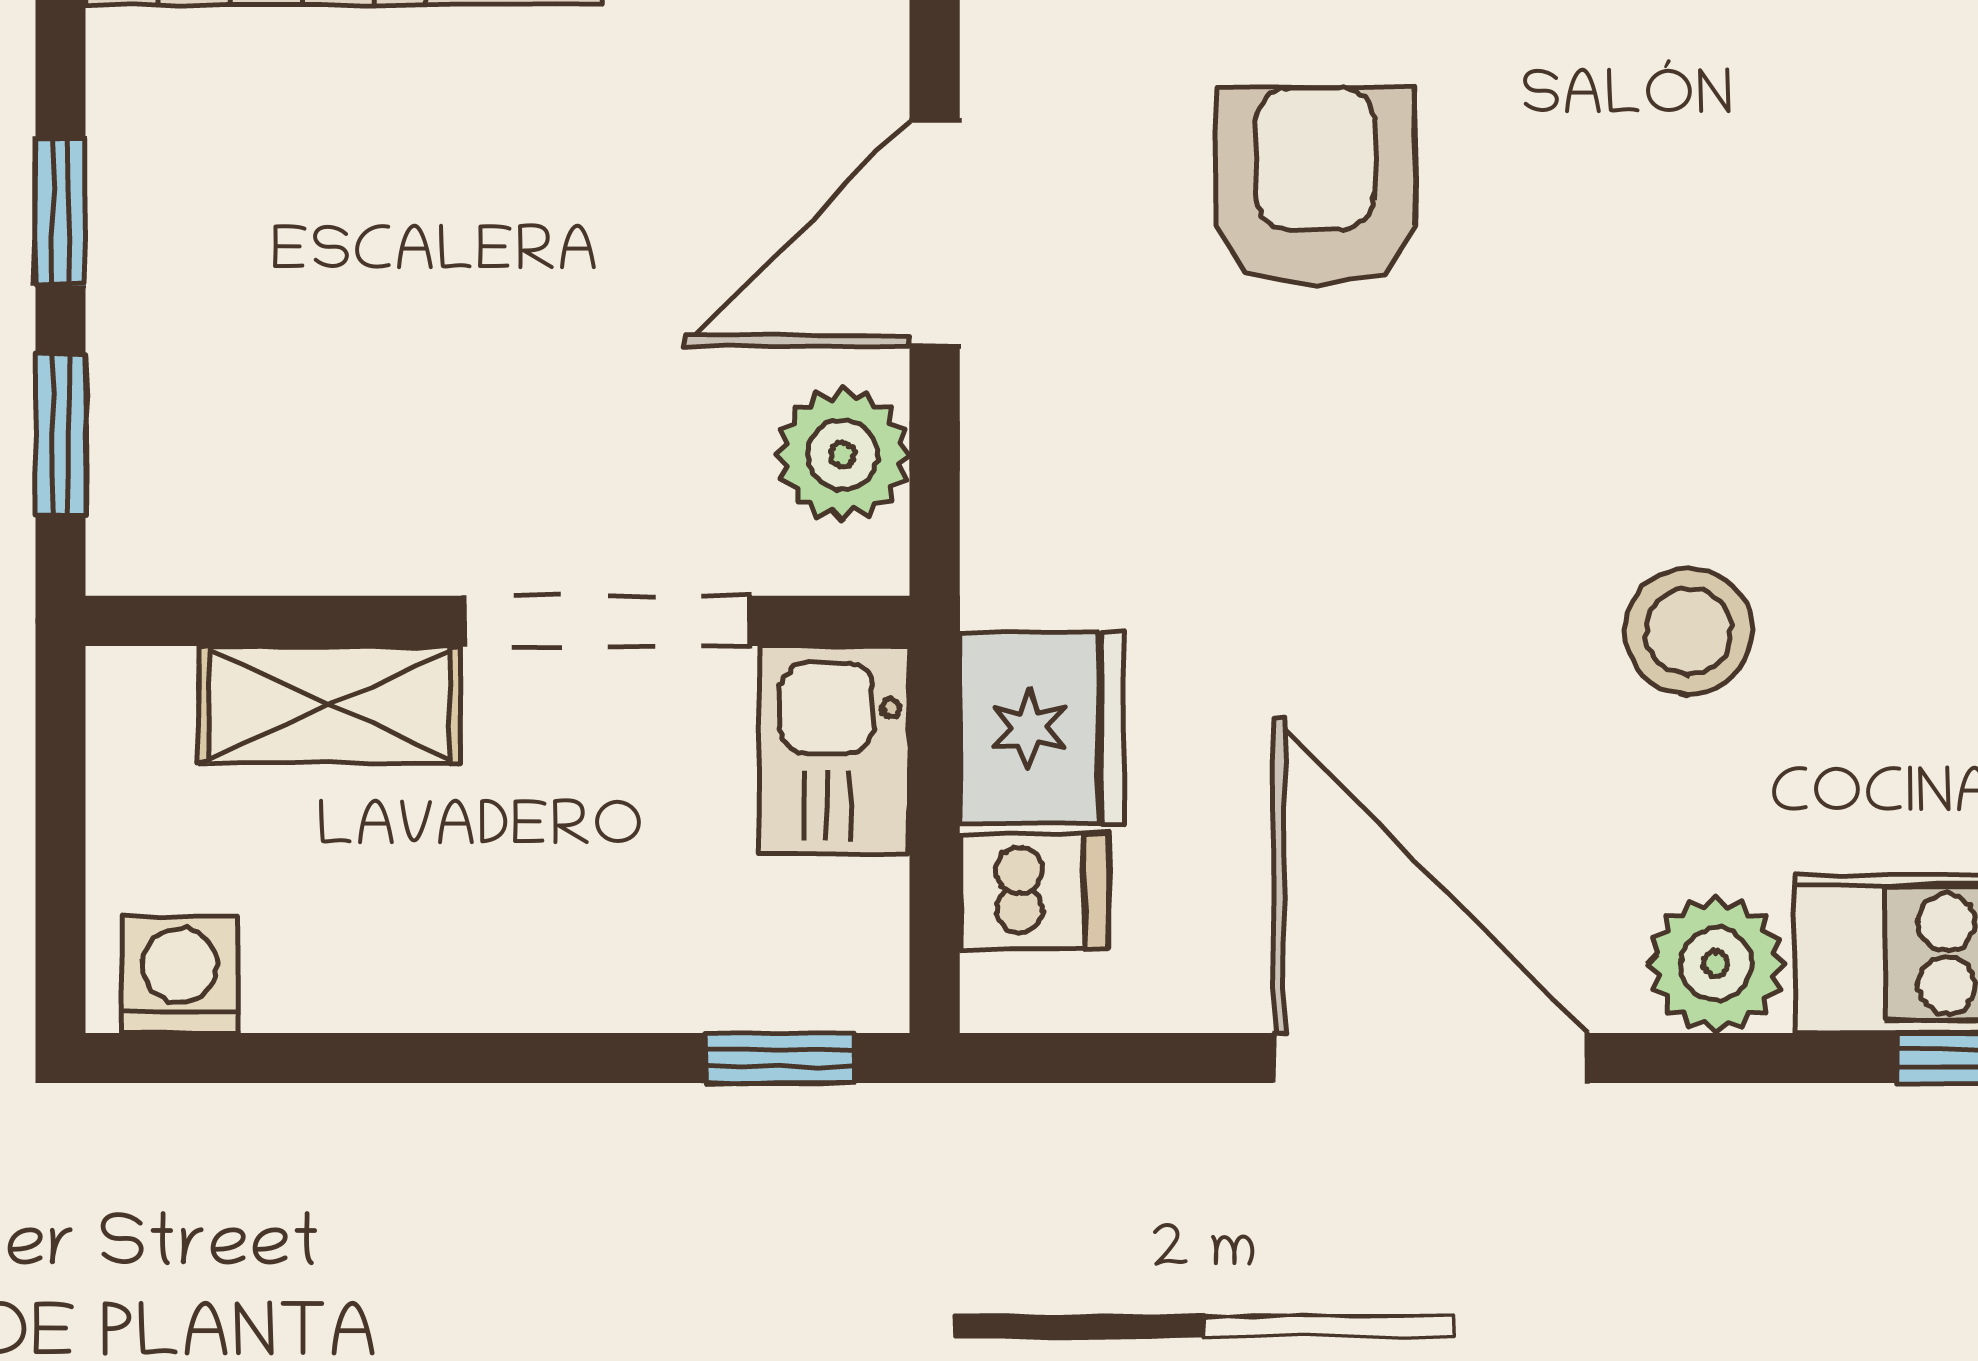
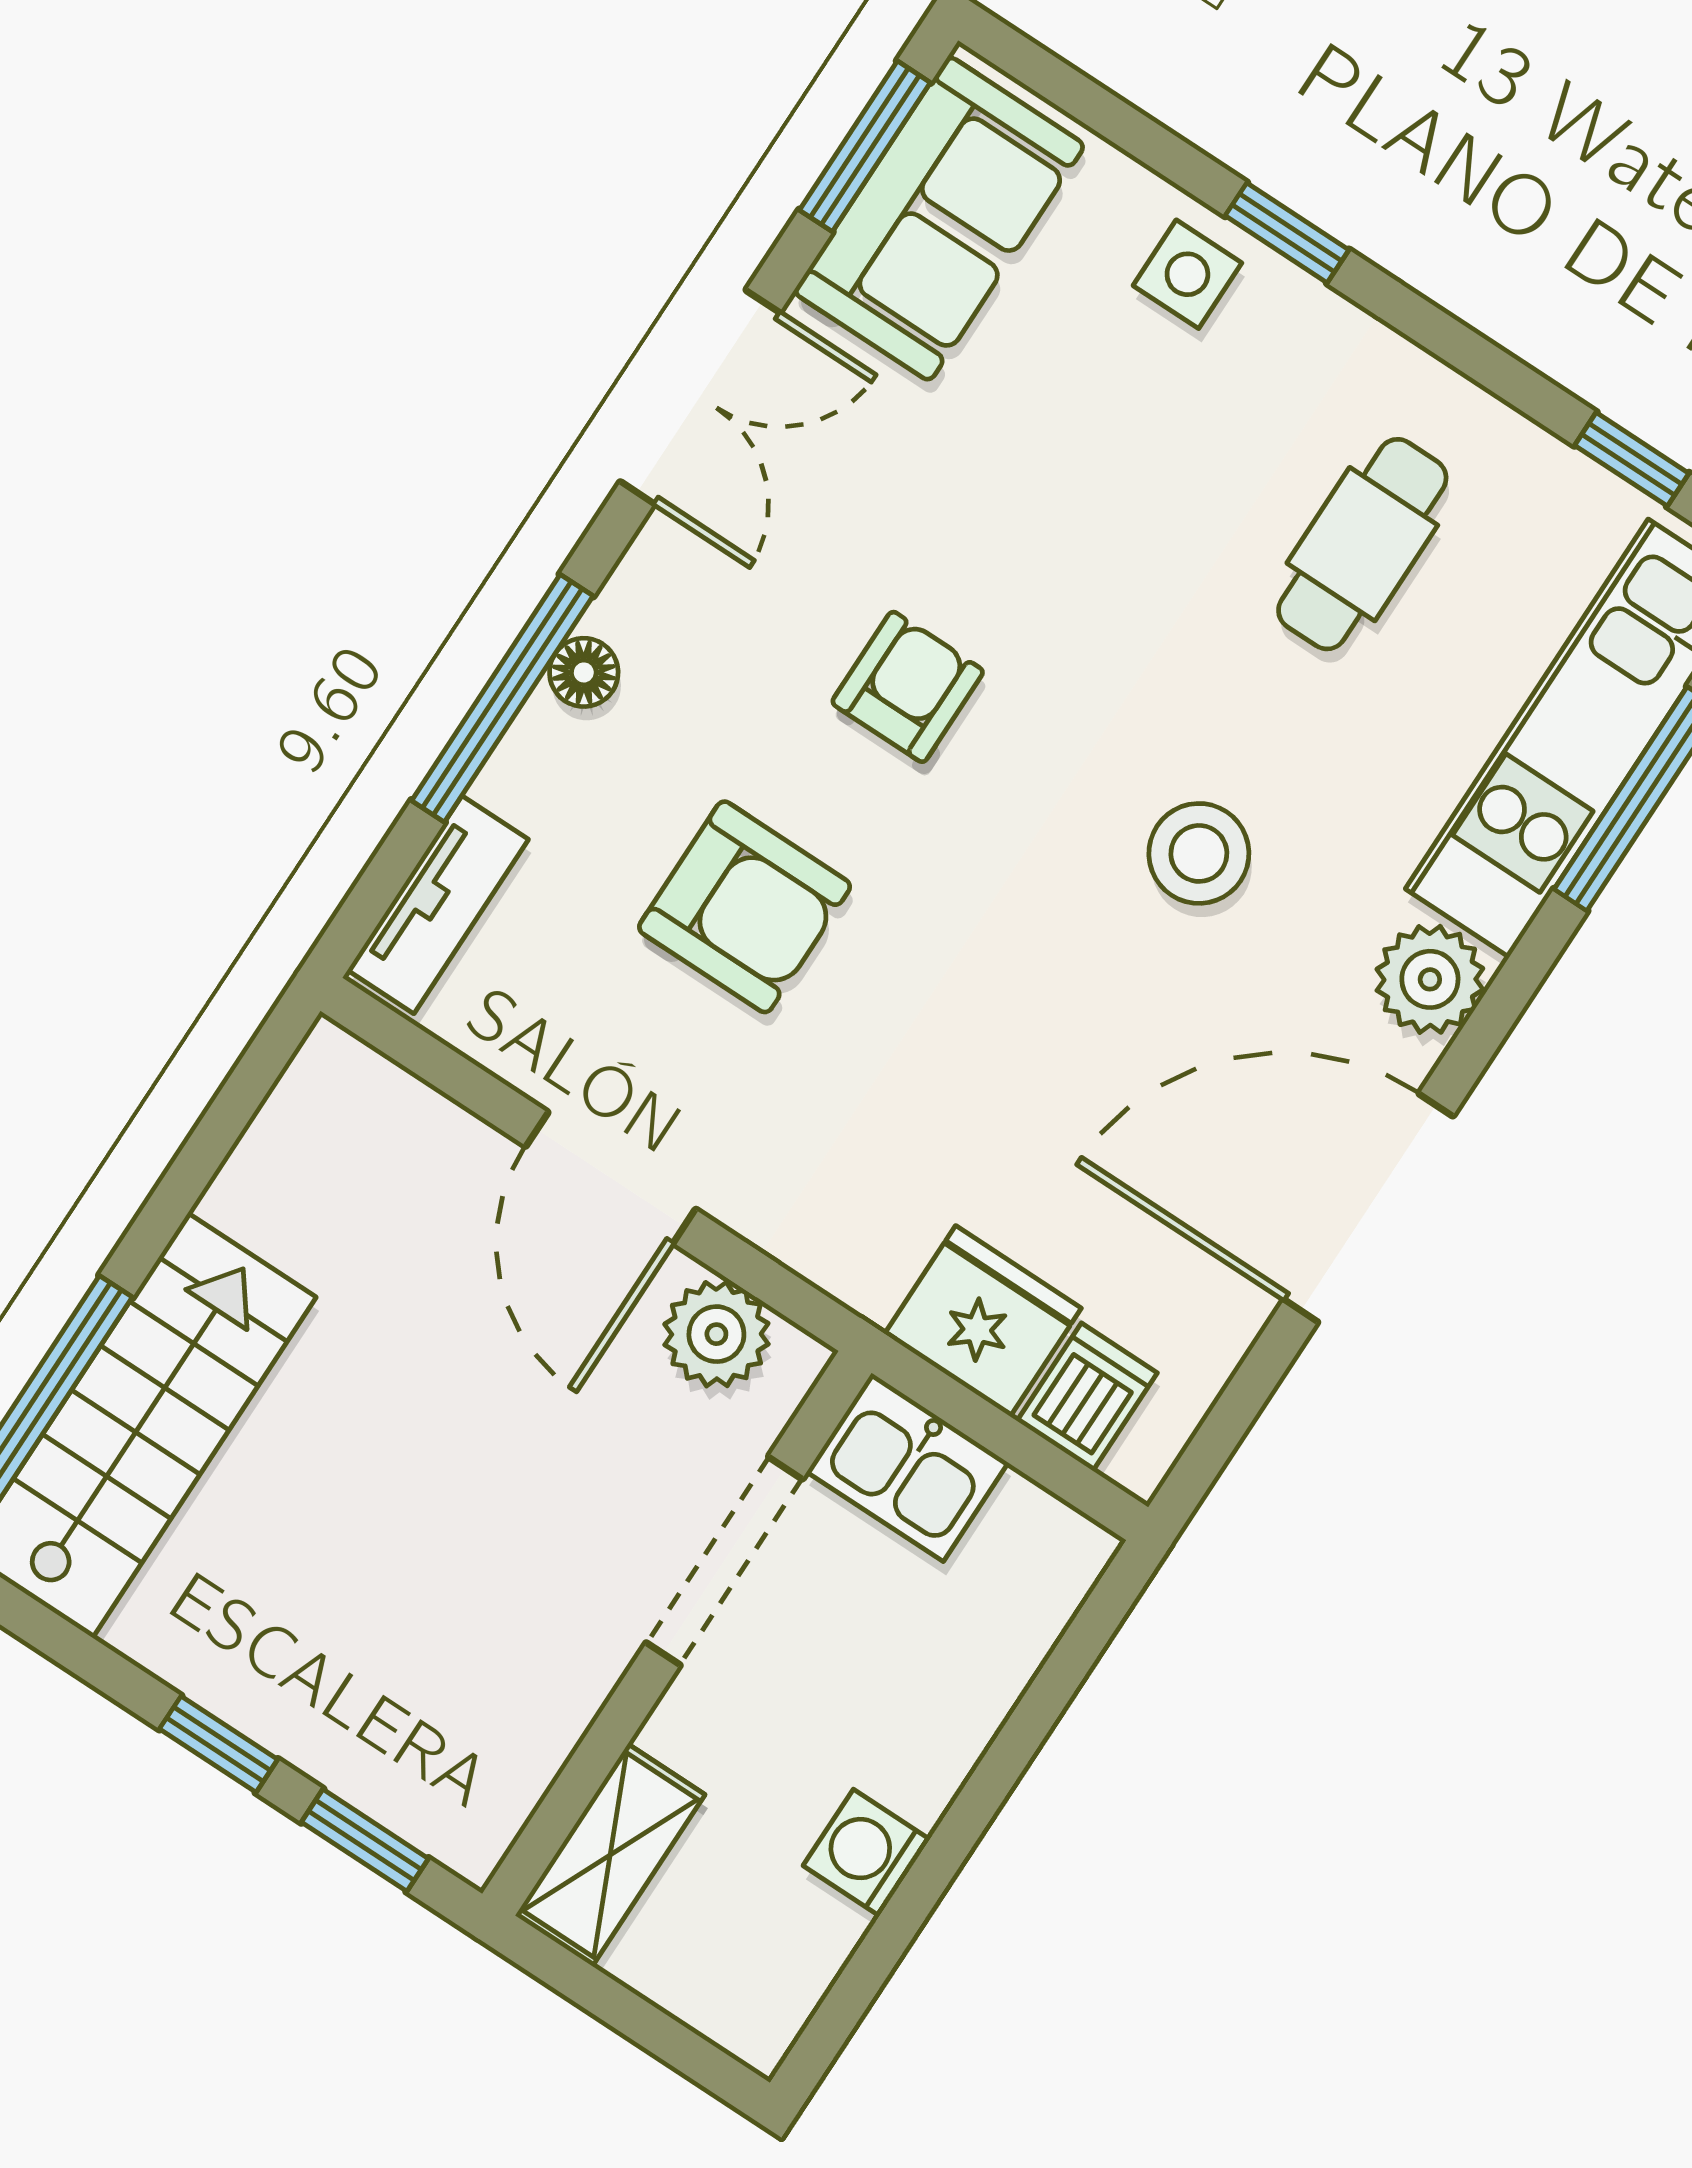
armchair: (1315, 187) -> (745, 907), turned 180
armchair: (1662, 206) -> (908, 687), added
shelving: (329, 705) -> (610, 1855), moved
washing machine: (180, 975) -> (866, 1853), moved
window: (780, 1058) -> (1087, 1636), removed

